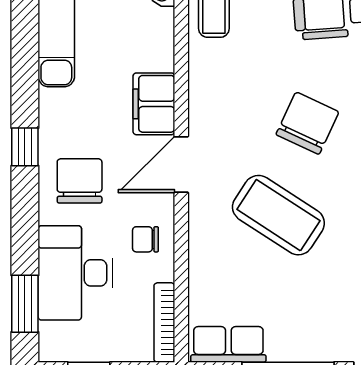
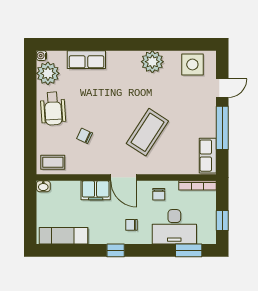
chair: (307, 123) -> (85, 136), moved, width x0.54, depth x0.54
chair: (80, 181) -> (131, 225), width x0.54, depth x0.54

